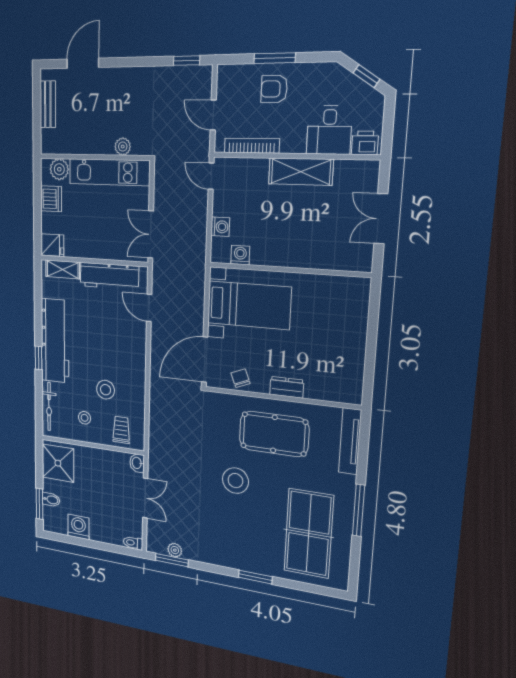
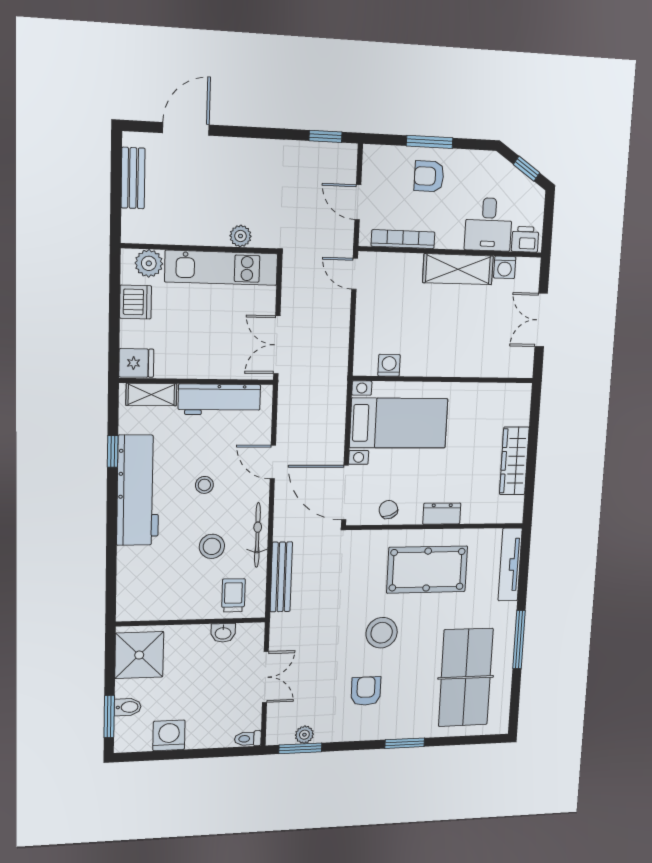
washing machine: (220, 227) -> (505, 267), moved, turned 90
door: (149, 308) -> (273, 462), moved
wardrobe: (354, 348) -> (514, 461), added
window: (39, 358) -> (113, 451), moved
door: (205, 360) -> (345, 493), hinge flipped
bicycle: (49, 406) -> (257, 535), moved, turned 180
stool: (85, 418) -> (204, 485), moved
bench: (156, 421) -> (281, 577), added
washbasin: (137, 463) -> (223, 633), moved, turned -90
armchair: (223, 526) -> (366, 691), added

